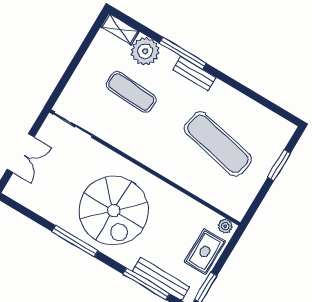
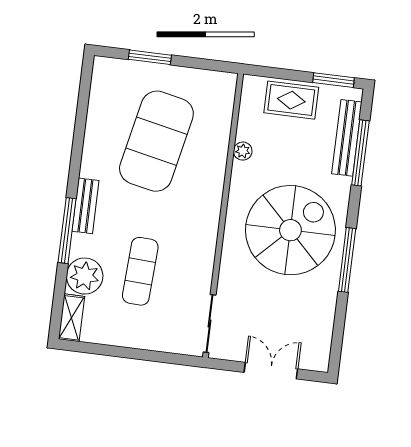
exercise mat: (218, 144) -> (156, 141), width x1.47
plant: (225, 226) -> (243, 151), moved

